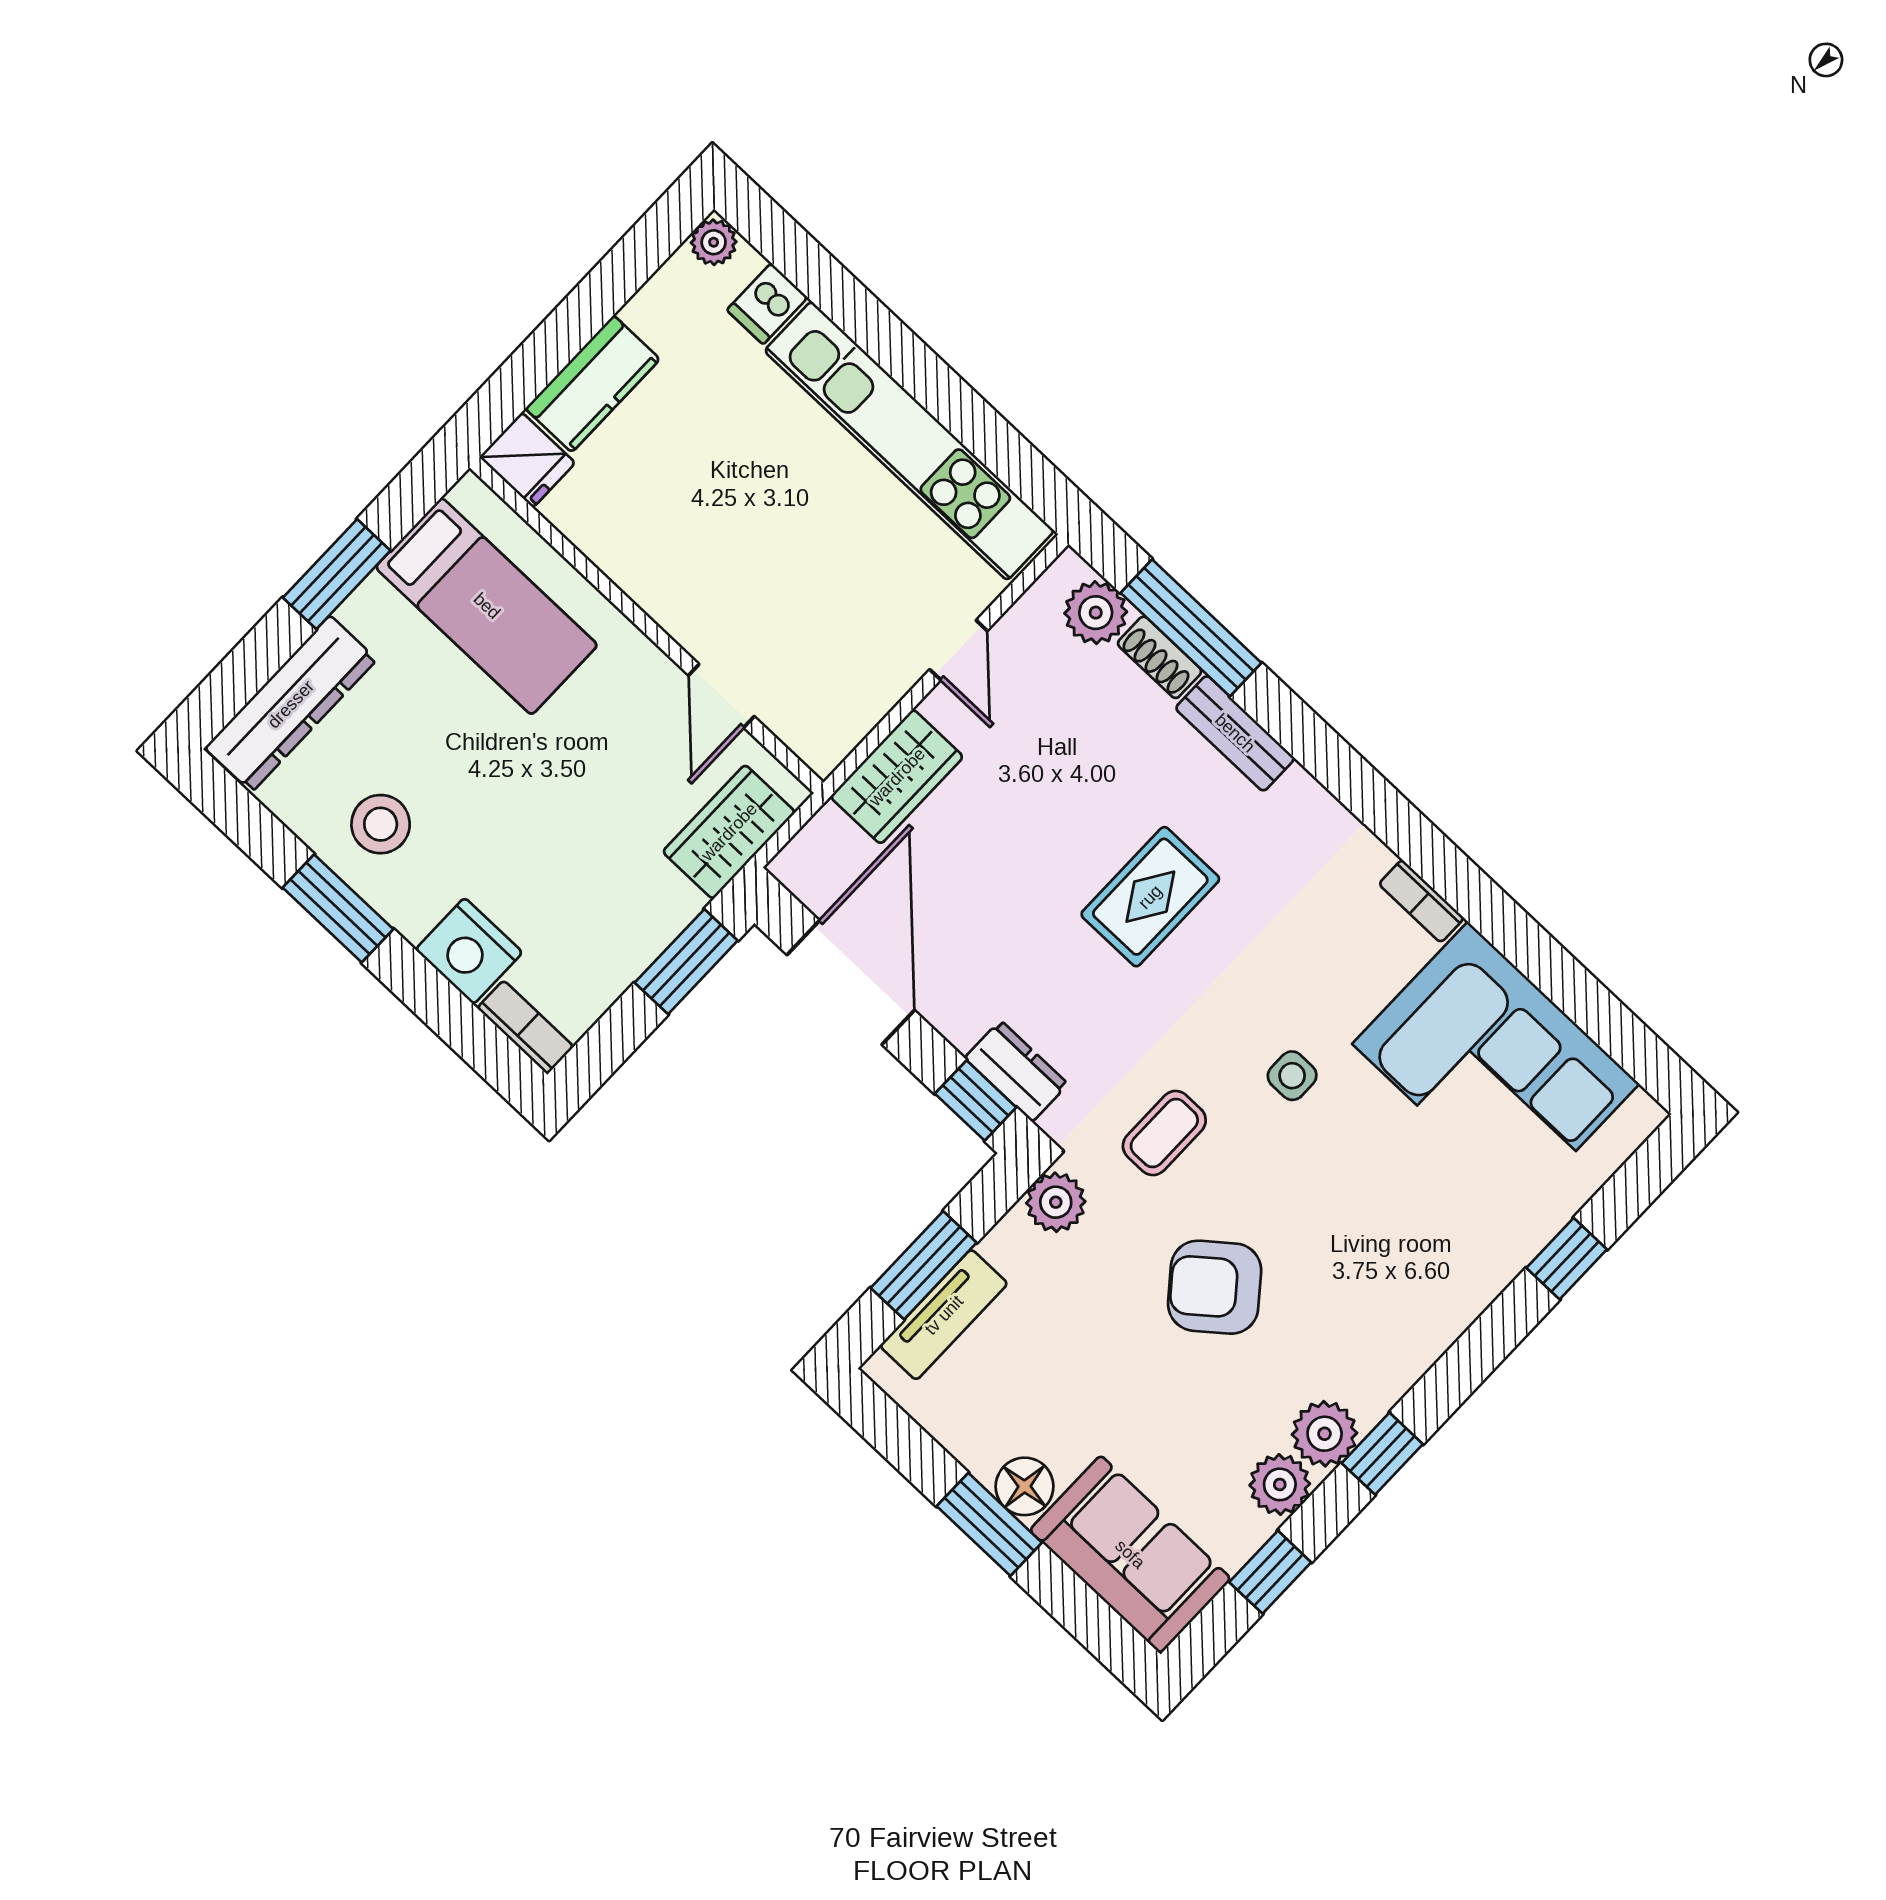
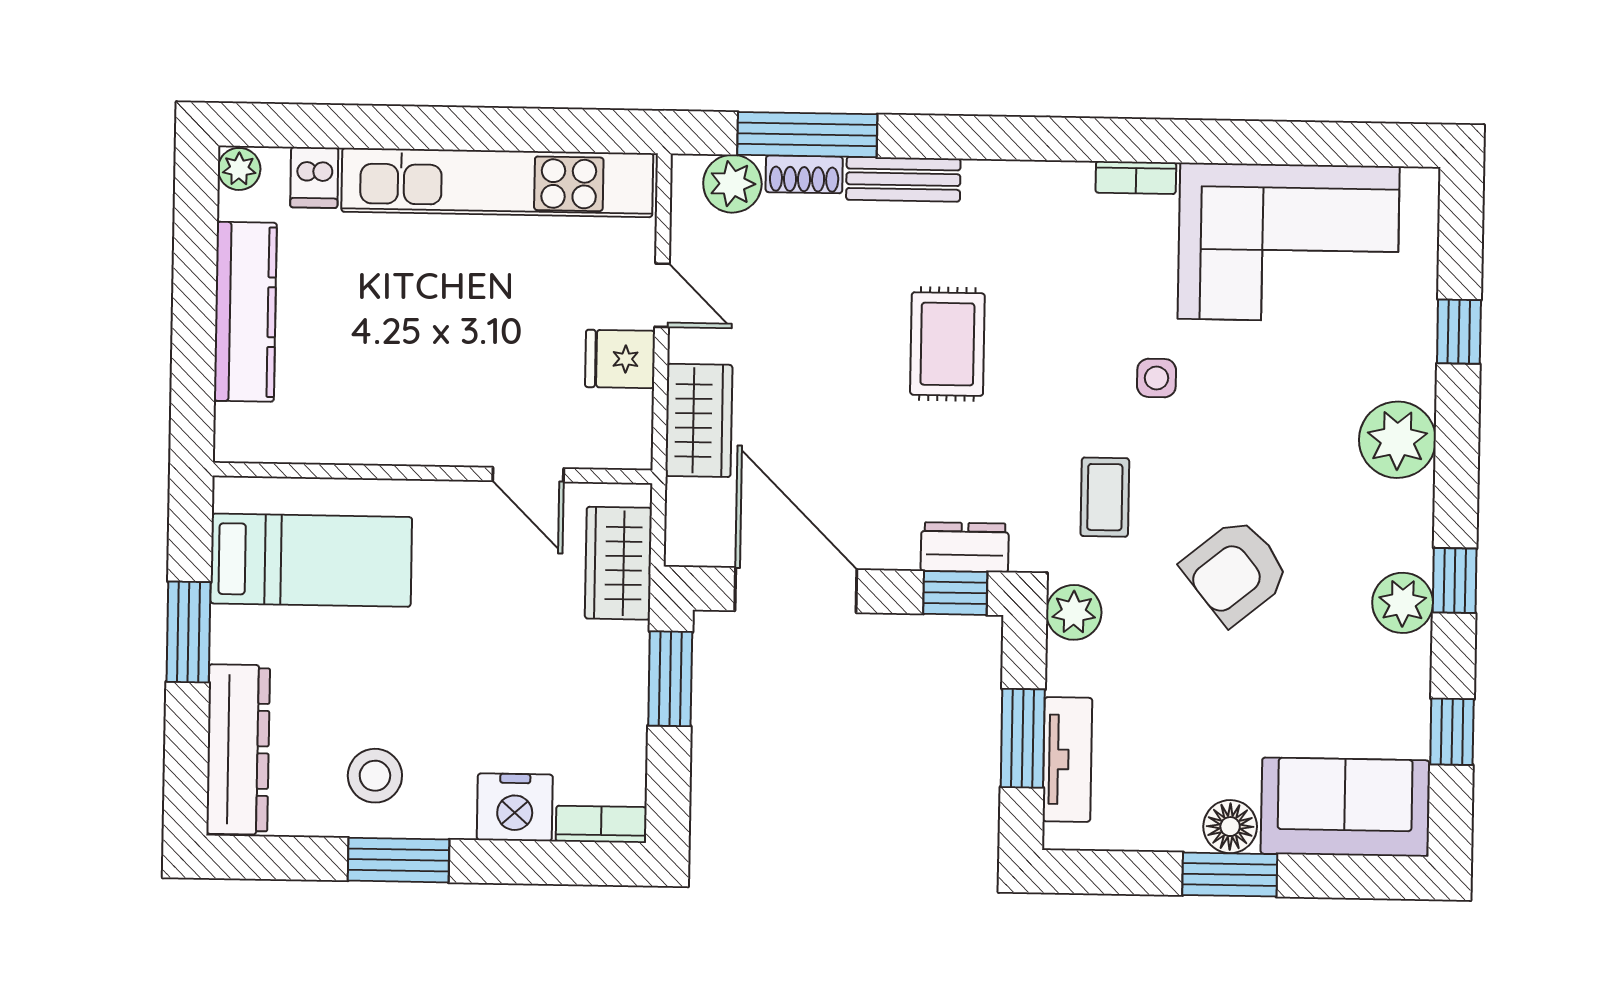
kitchen counter: (593, 384) -> (245, 312), width x1.50
fridge: (527, 460) -> (620, 359), moved, turned 180
plant: (1280, 1484) -> (1397, 440), moved, width x1.36, depth x1.36

